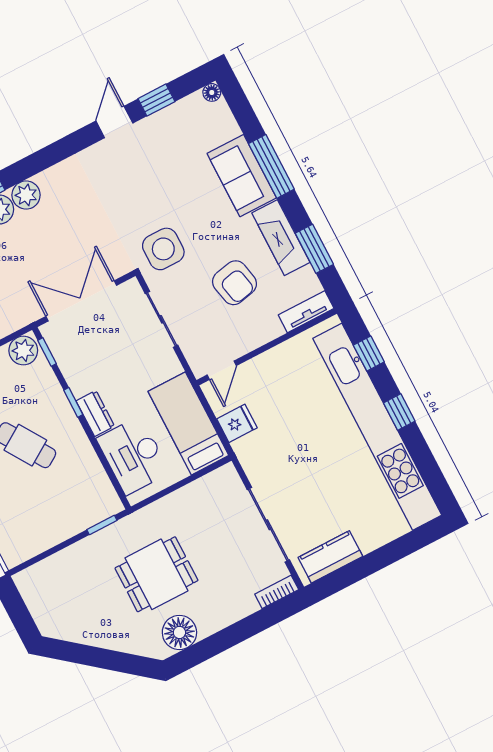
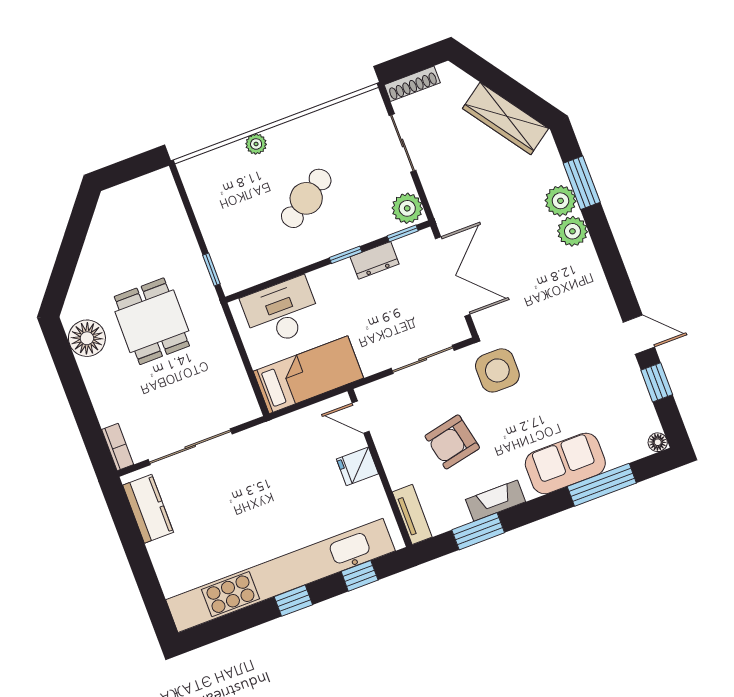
window: (271, 166) -> (602, 485), moved
fireplace: (281, 238) -> (496, 501), width x0.73, depth x0.76
dresser: (95, 414) -> (375, 260), moved
fridge: (237, 423) -> (357, 466), moved, turned 90

